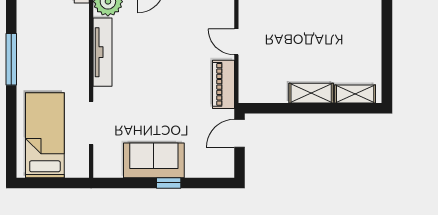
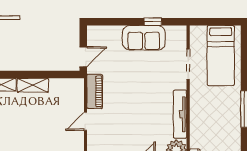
door: (236, 42) -> (85, 121), swing flipped
window: (169, 183) -> (153, 22), moved

